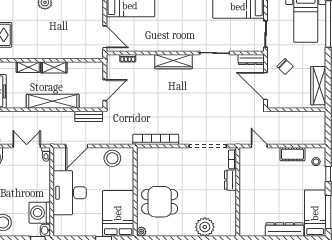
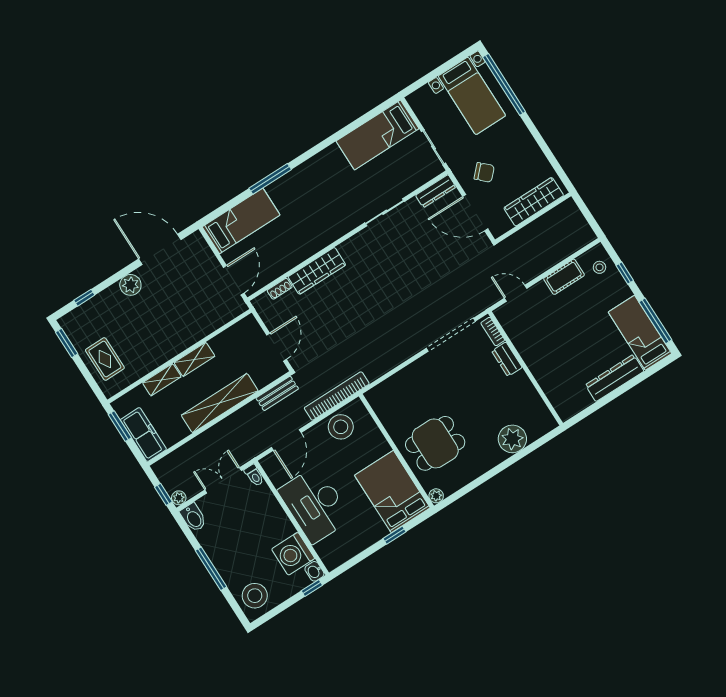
door: (105, 37) -> (234, 280), hinge flipped
wardrobe: (174, 62) -> (317, 271), moved
wardrobe: (318, 86) -> (534, 202), moved, turned 90
bookcase: (156, 139) -> (337, 396), moved

